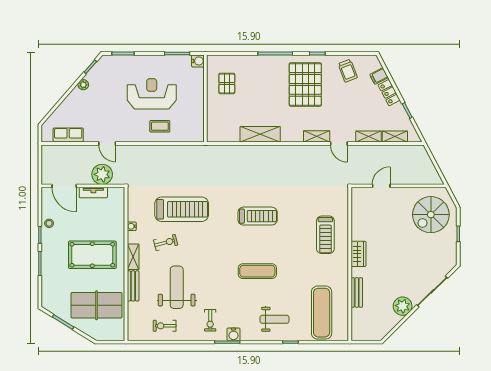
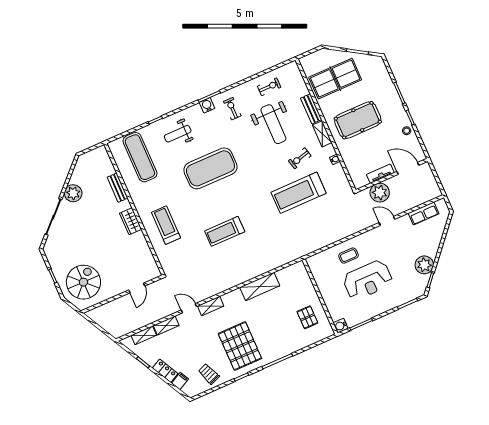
plant: (83, 85) -> (424, 265), width x1.87, depth x1.87
treadmill: (258, 216) -> (225, 231), moved
exercise mat: (257, 271) -> (210, 168), width x2.00, depth x1.45

